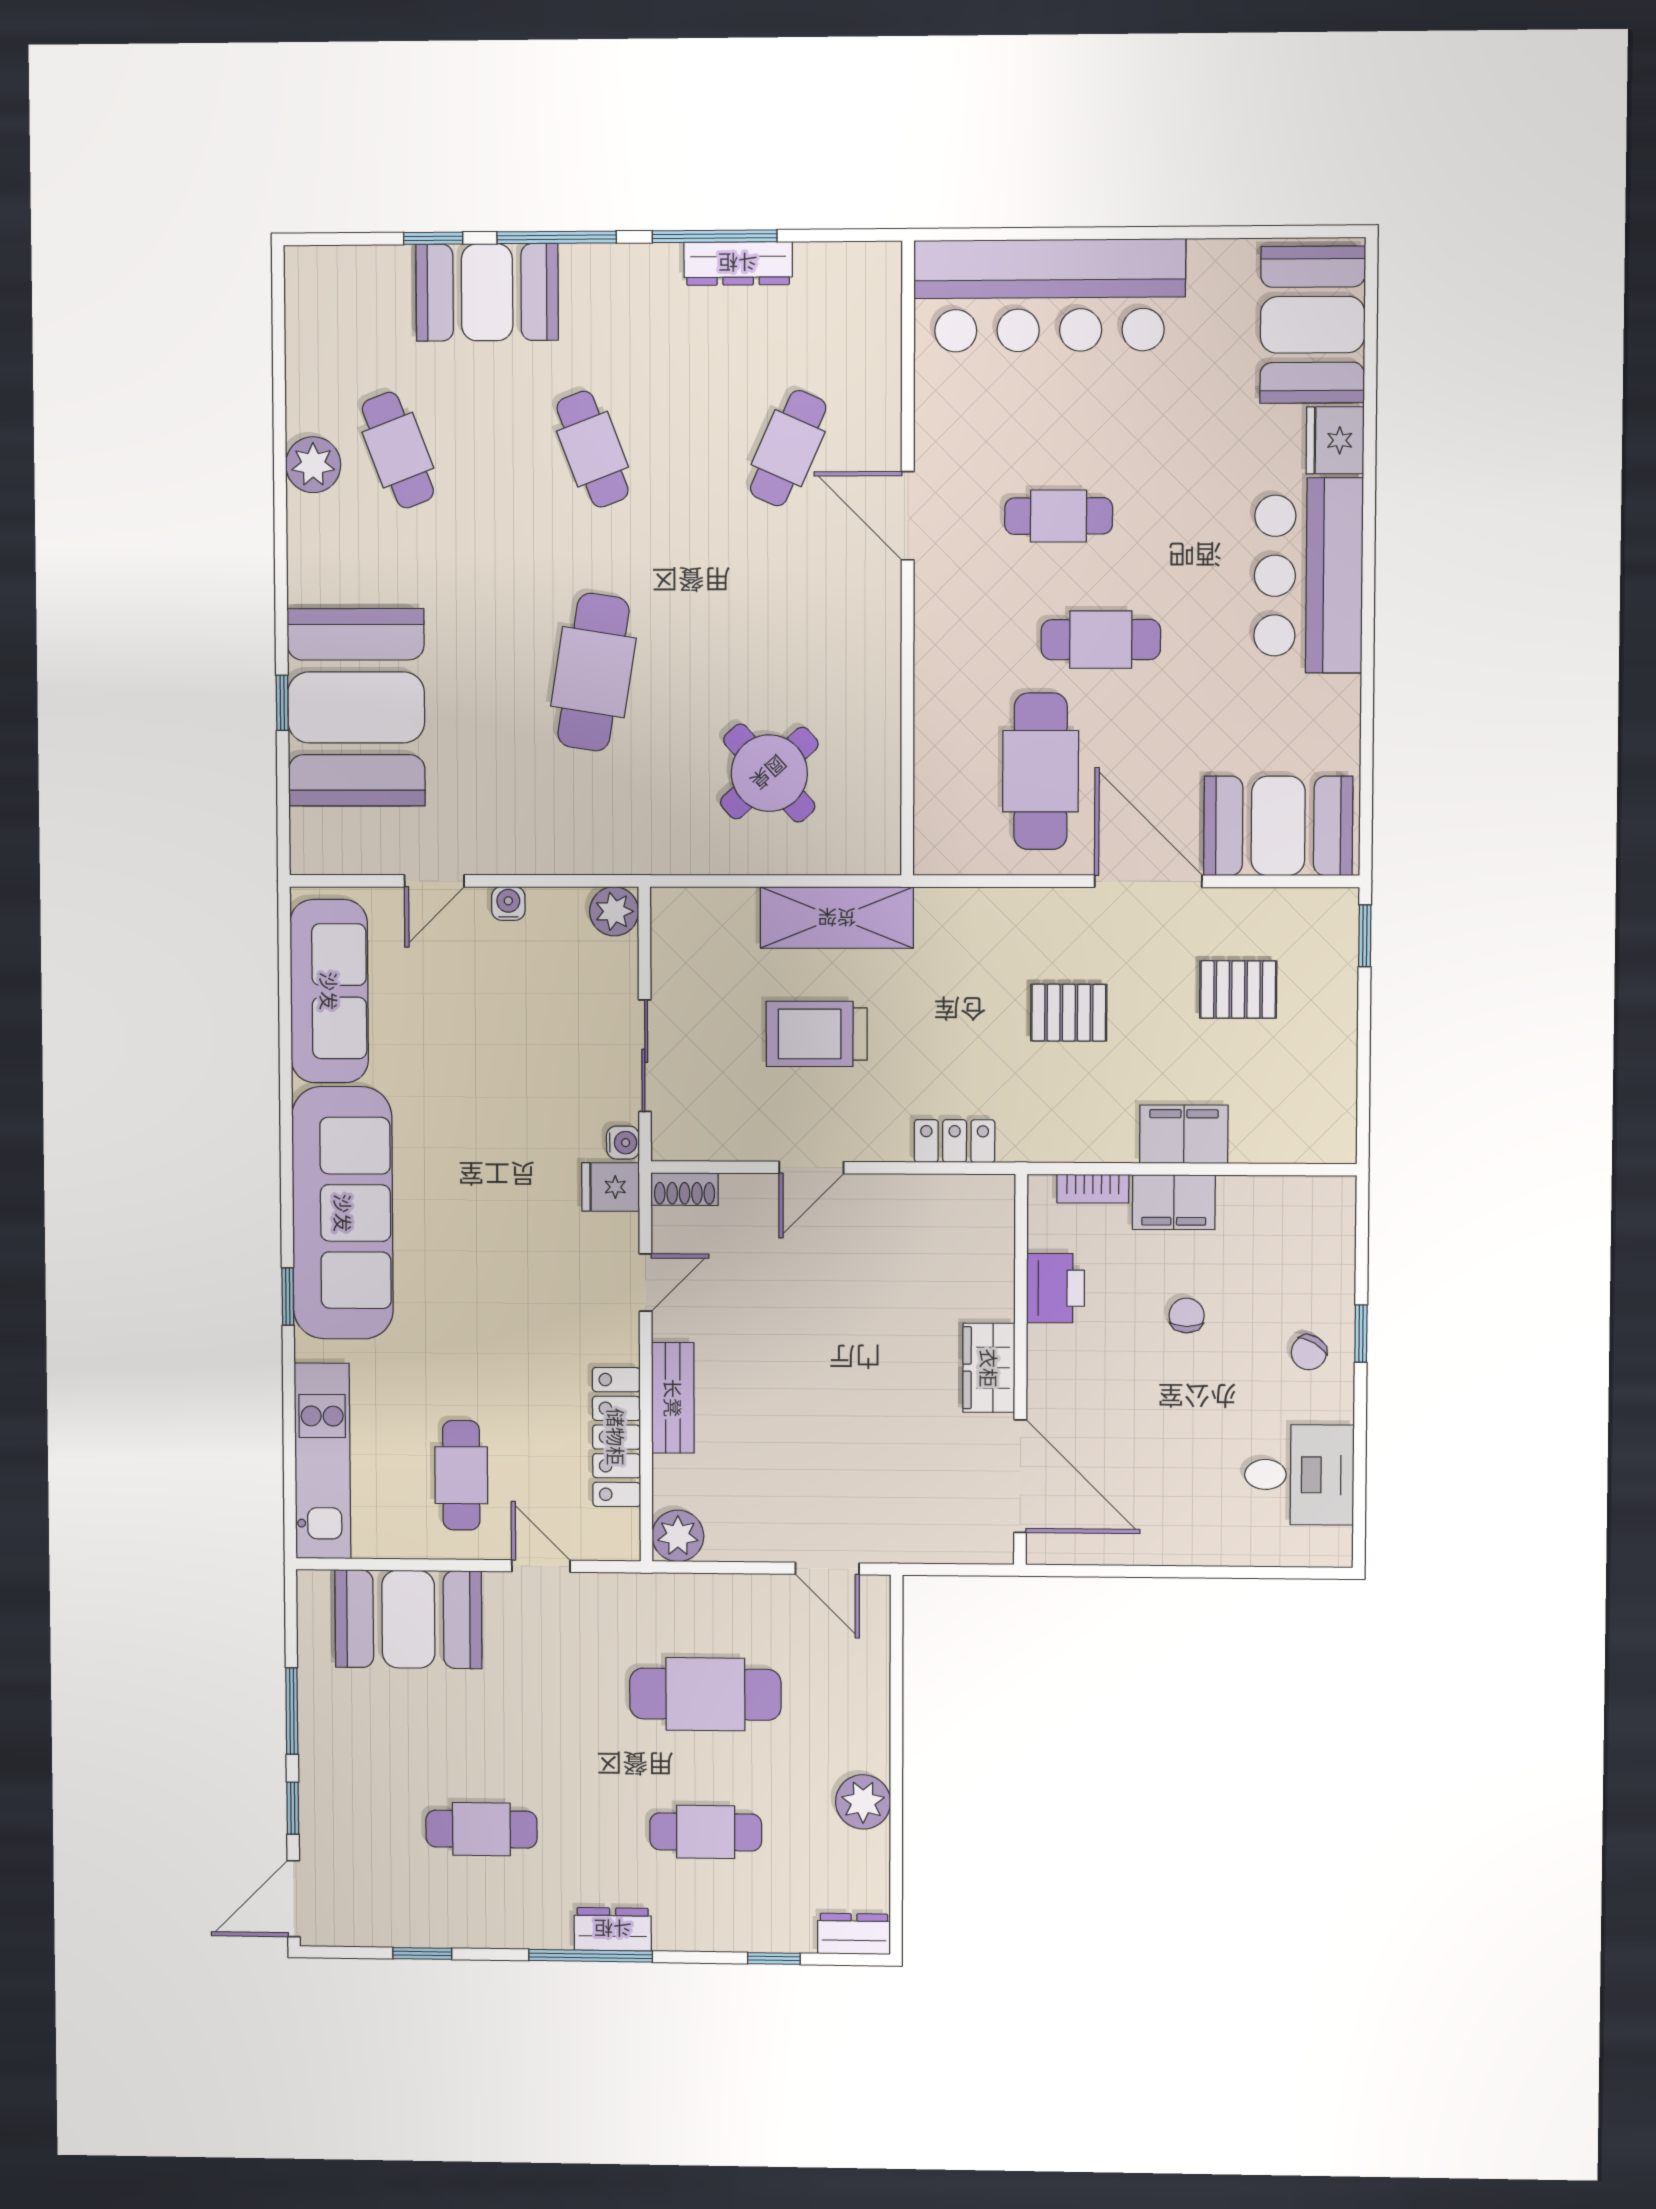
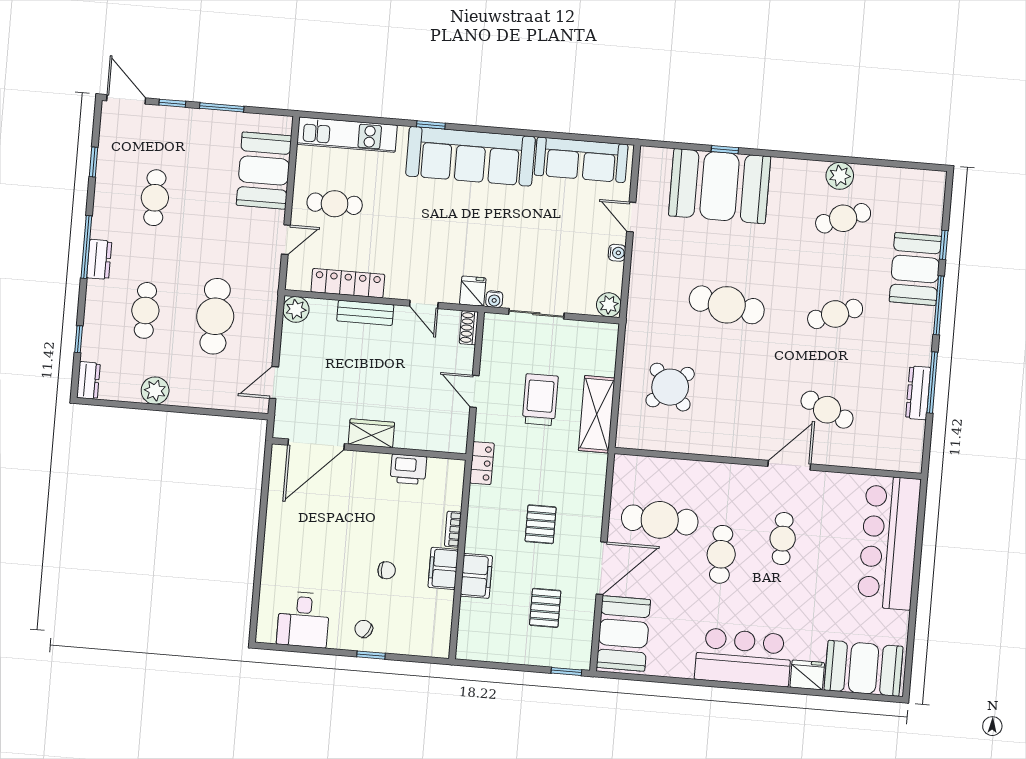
printer: (1056, 1288) -> (408, 469), moved
wardrobe: (989, 1368) -> (371, 433), moved
wall: (1021, 1370) -> (369, 449), moved
door: (1020, 1476) -> (316, 444), moved

